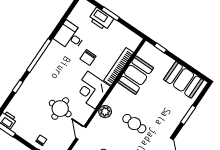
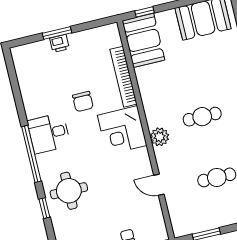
printer: (101, 19) -> (59, 43), width x0.53, depth x0.68
desk: (70, 36) -> (49, 133), moved
booth: (136, 75) -> (143, 40), moved
round table: (60, 109) -> (69, 191), moved

